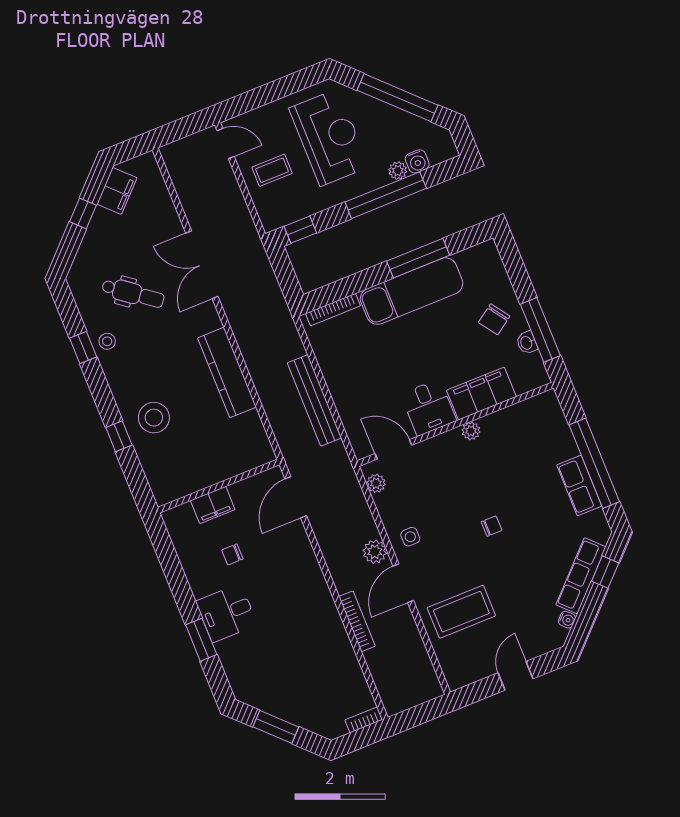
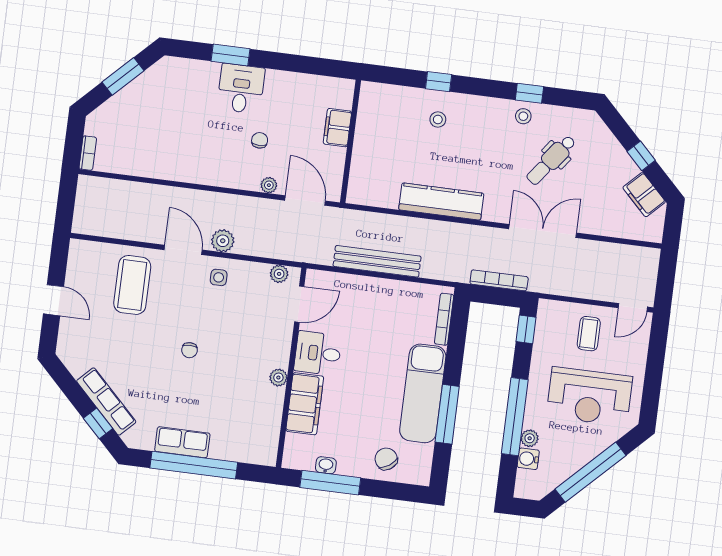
chair: (494, 319) -> (386, 459), moved
stool: (154, 418) -> (438, 119), width x0.53, depth x0.53
plant: (300, 538) -> (269, 185), added
chair: (232, 554) -> (260, 140), moved
water cooler: (567, 620) -> (76, 369), removed
bookcase: (357, 621) -> (499, 280), moved, turned 180

